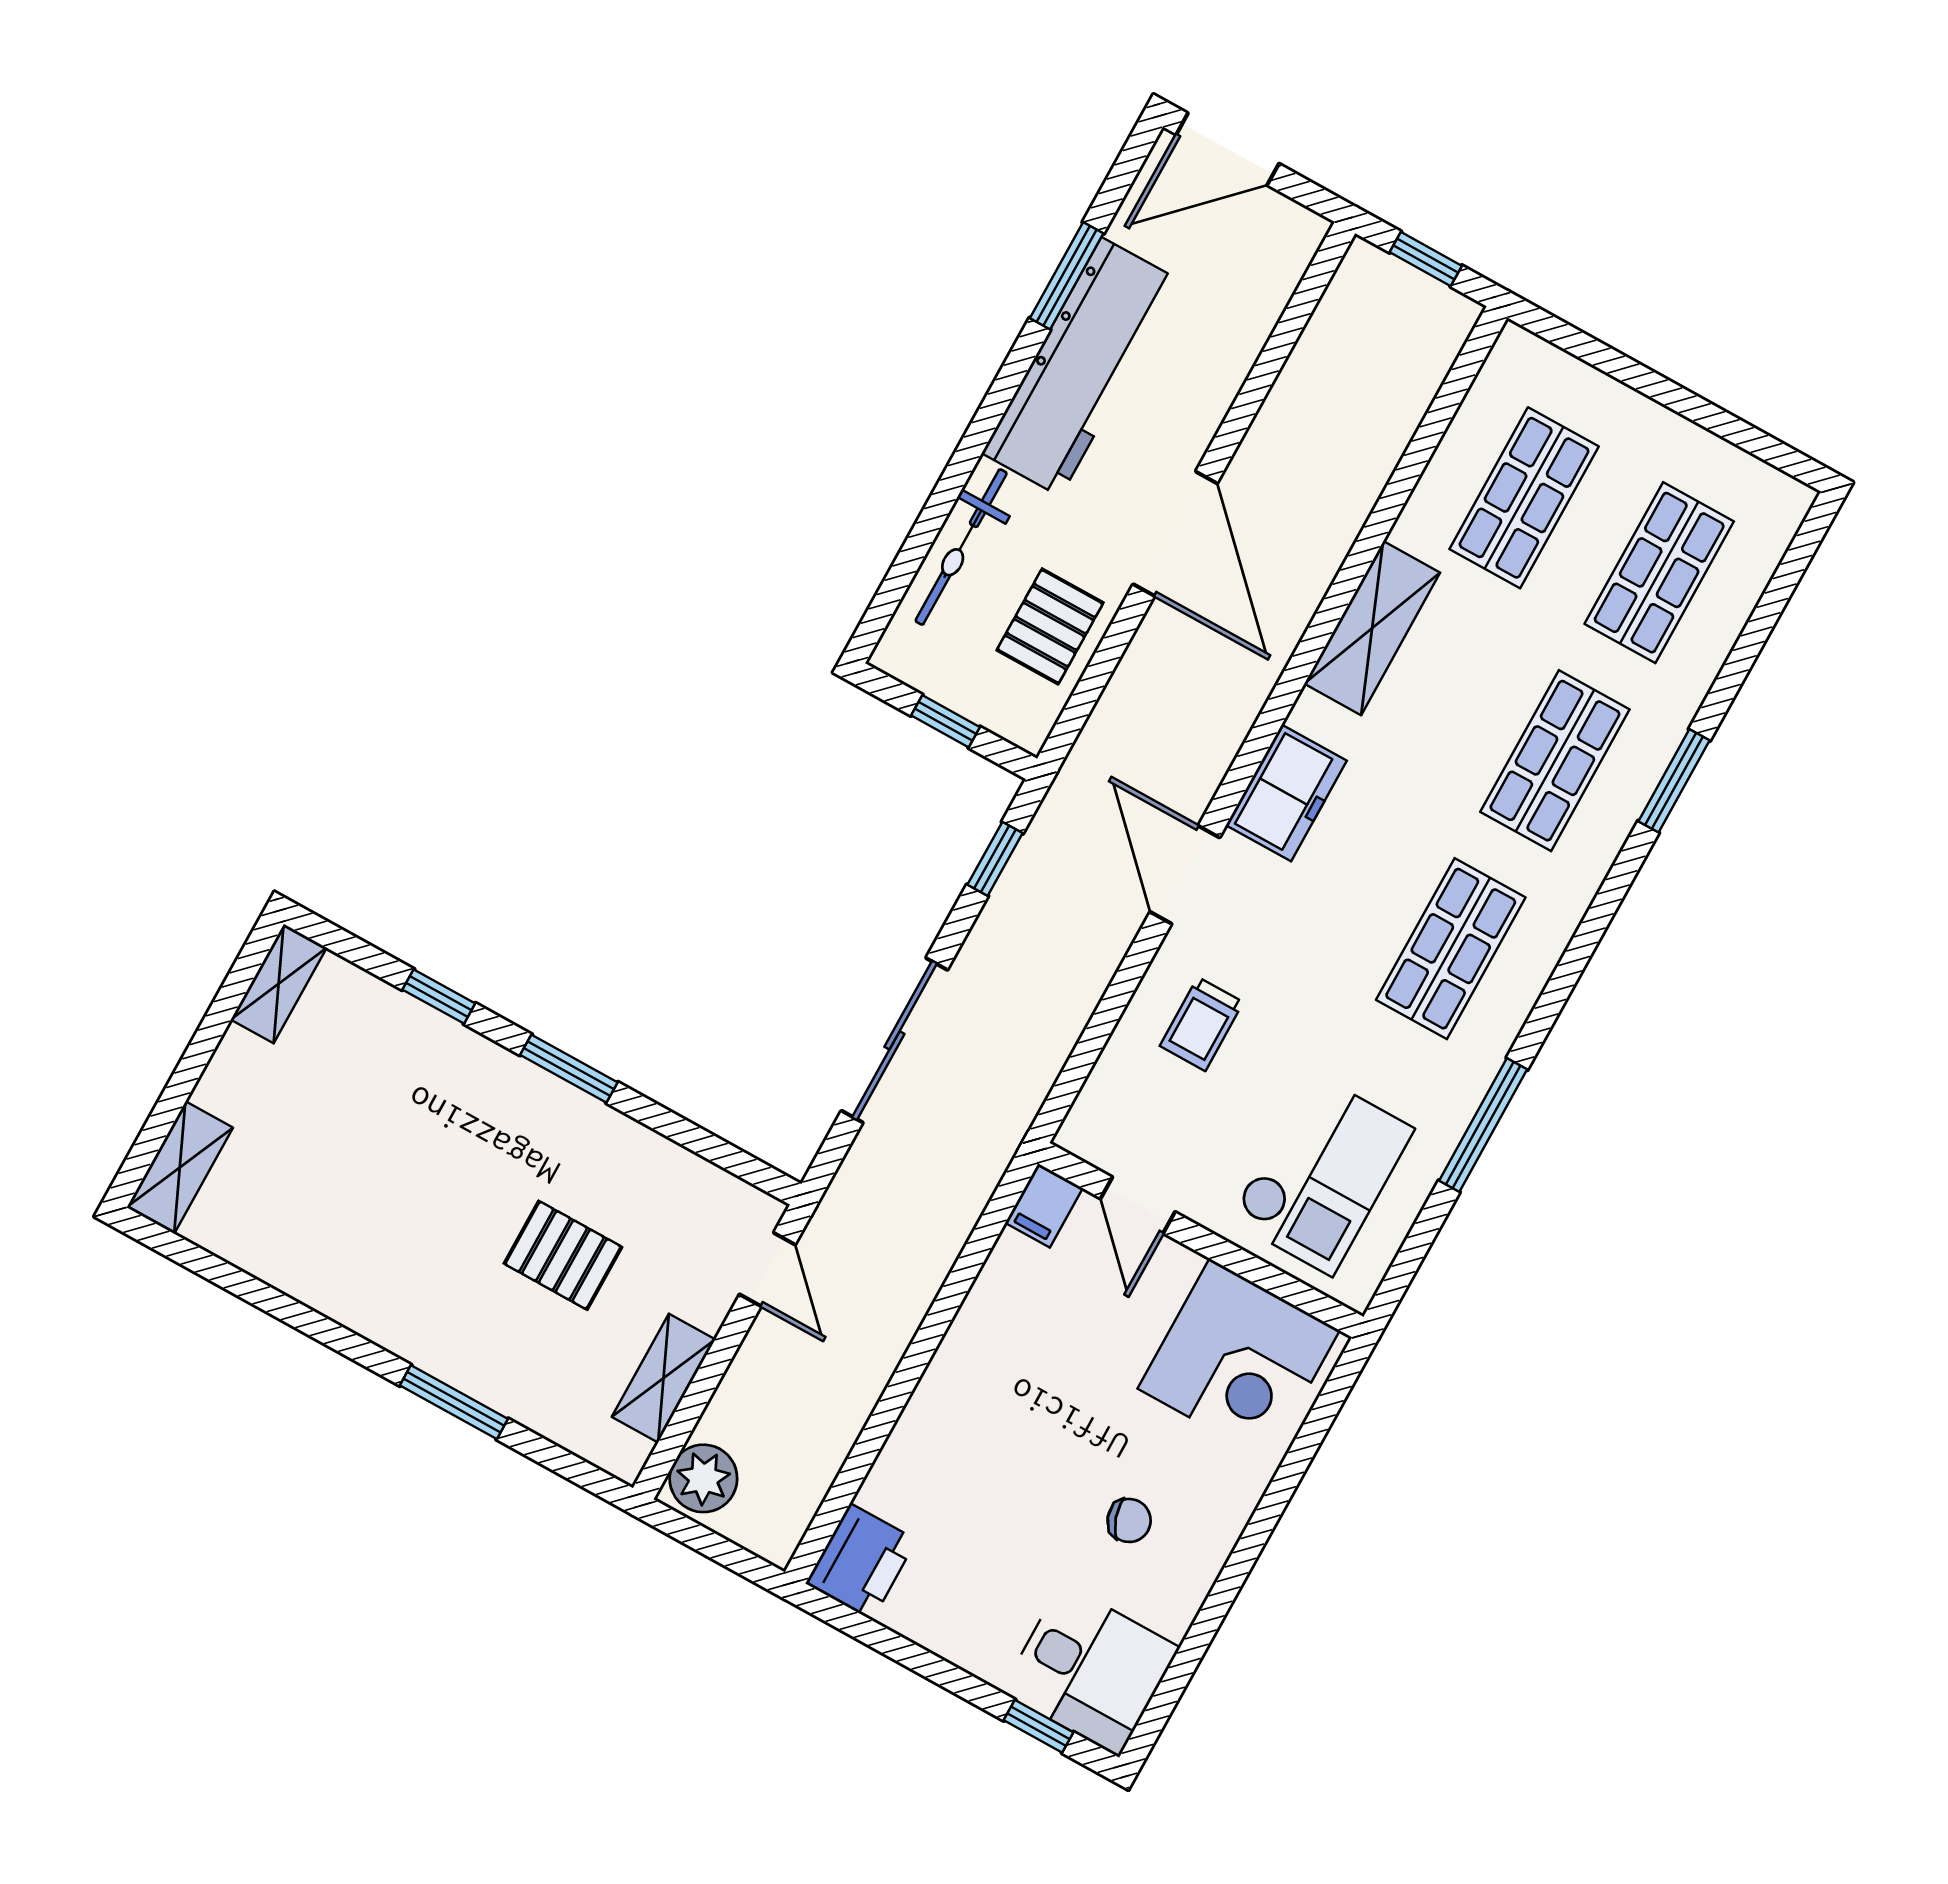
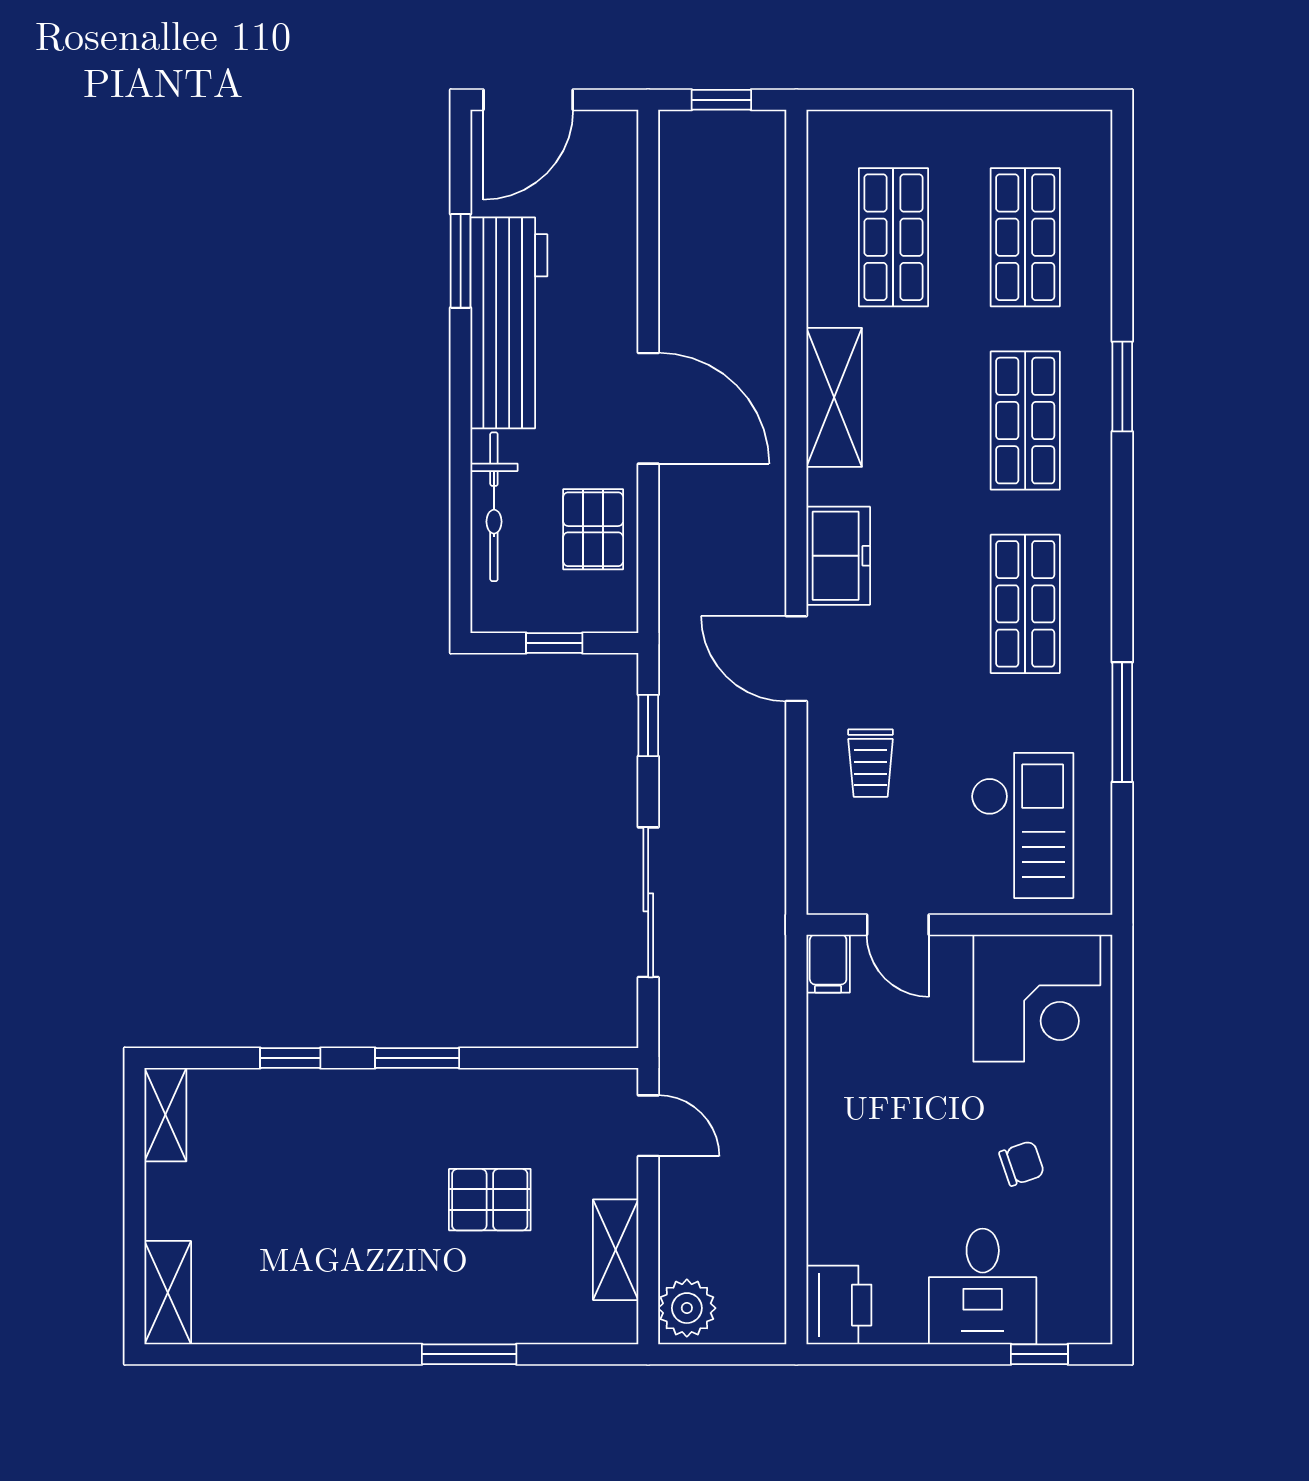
desk: (1090, 1670) -> (983, 1286), moved, turned 90

